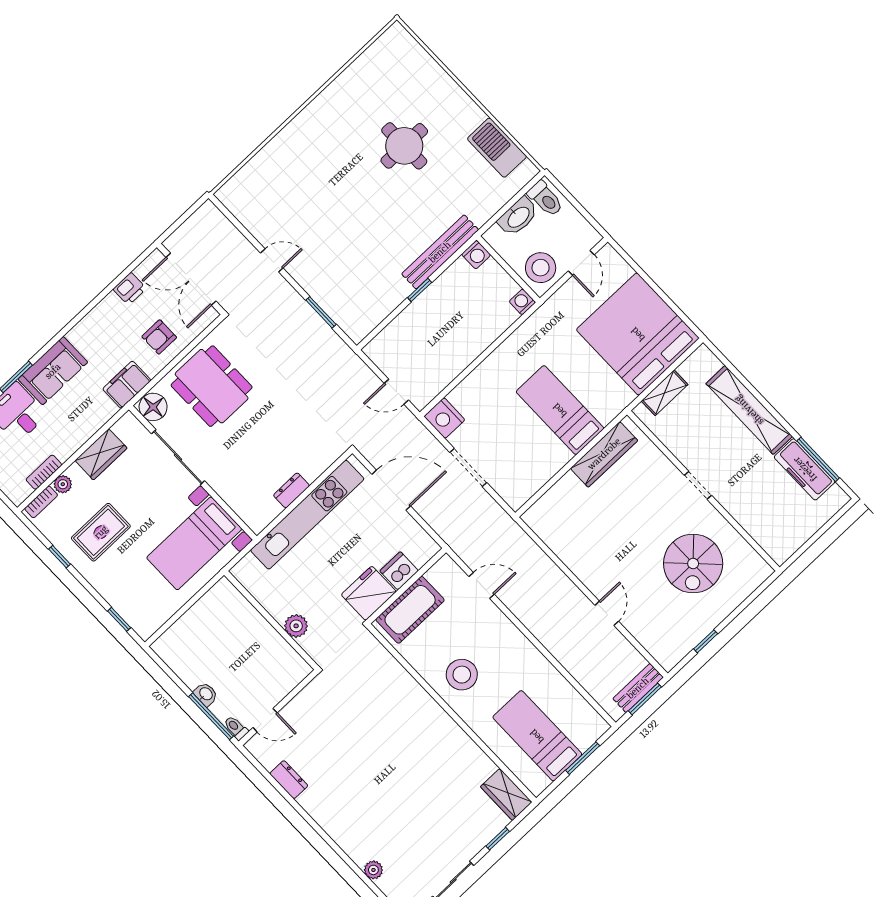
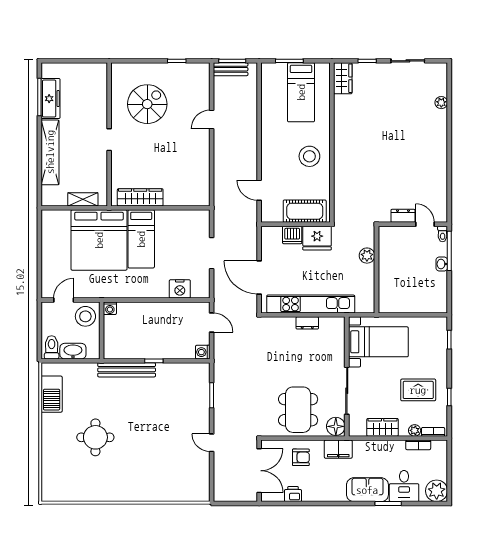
washing machine: (476, 255) -> (203, 352), moved, turned -90
bed: (638, 334) -> (99, 240), moved
nightstand: (444, 418) -> (180, 289), moved, turned 90
dresser: (289, 780) -> (403, 216), moved, turned 90

